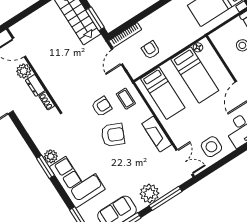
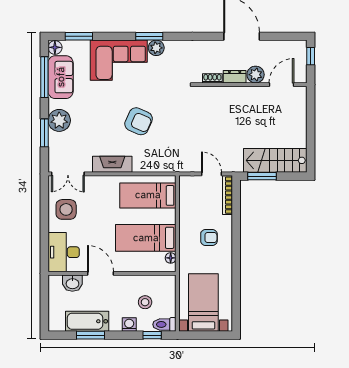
armchair: (151, 50) -> (209, 237), moved
coffee table: (126, 99) -> (166, 156), removed
armchair: (102, 106) -> (173, 128), removed
armchair: (113, 135) -> (139, 121), turned -90
window: (166, 198) -> (44, 133), width x0.69

